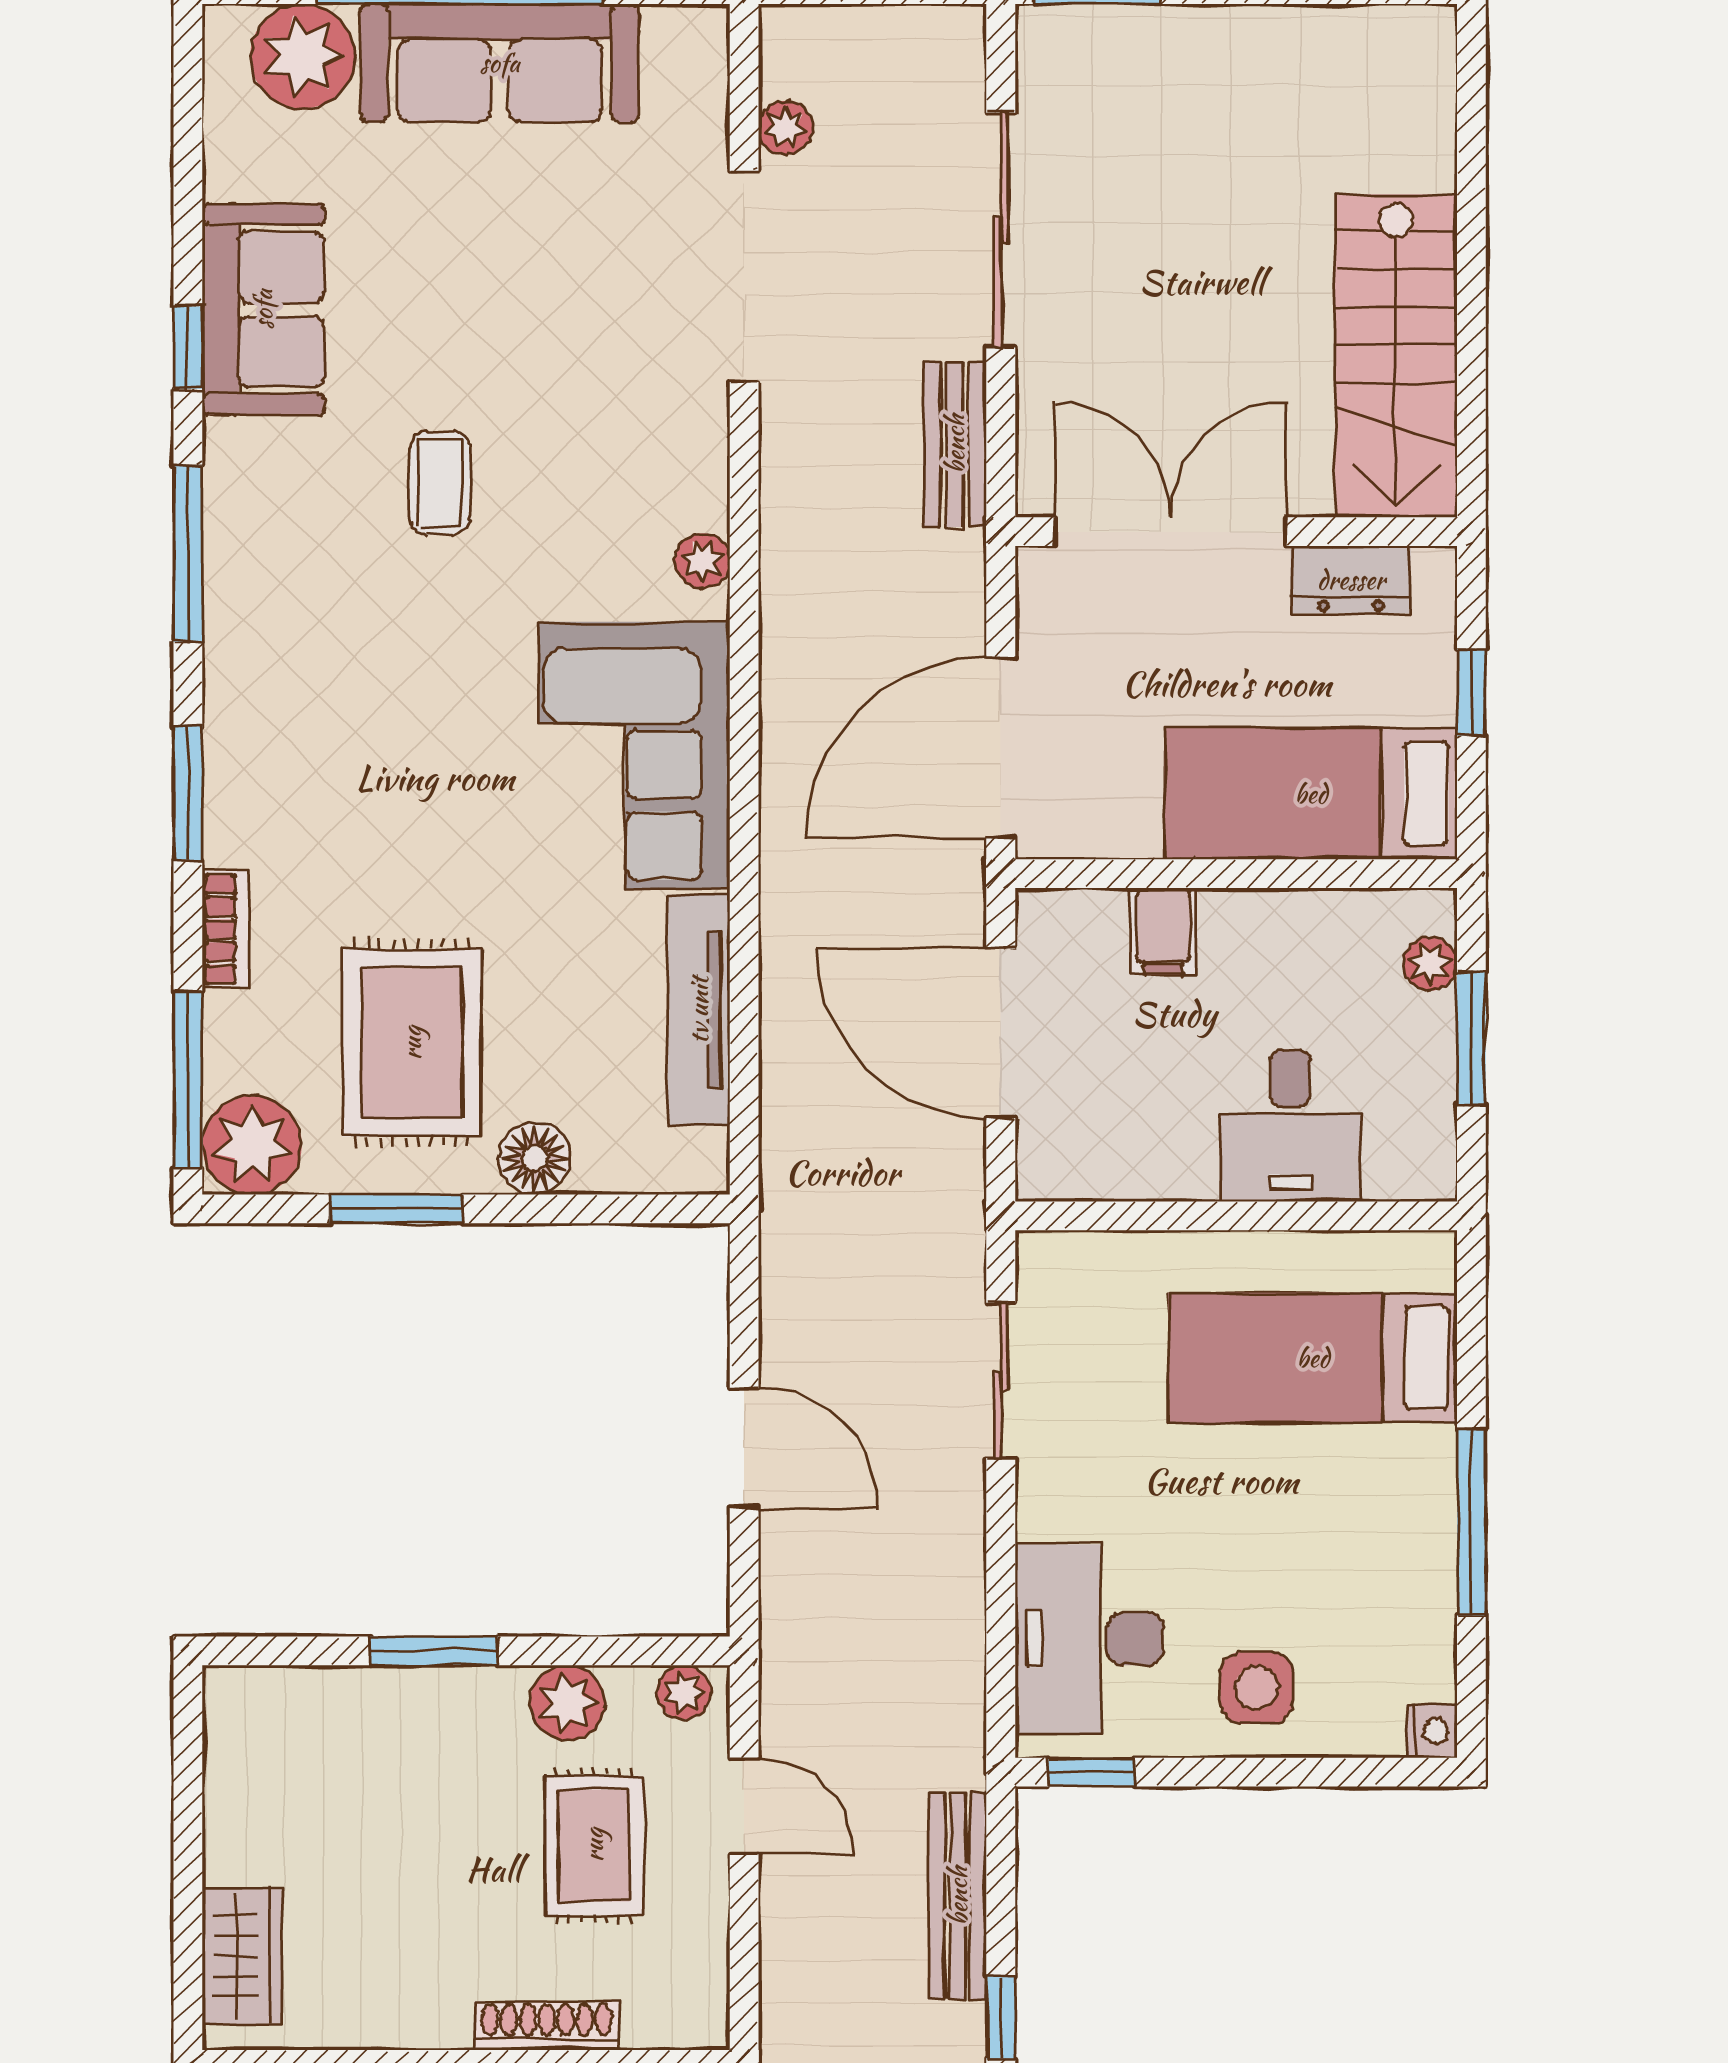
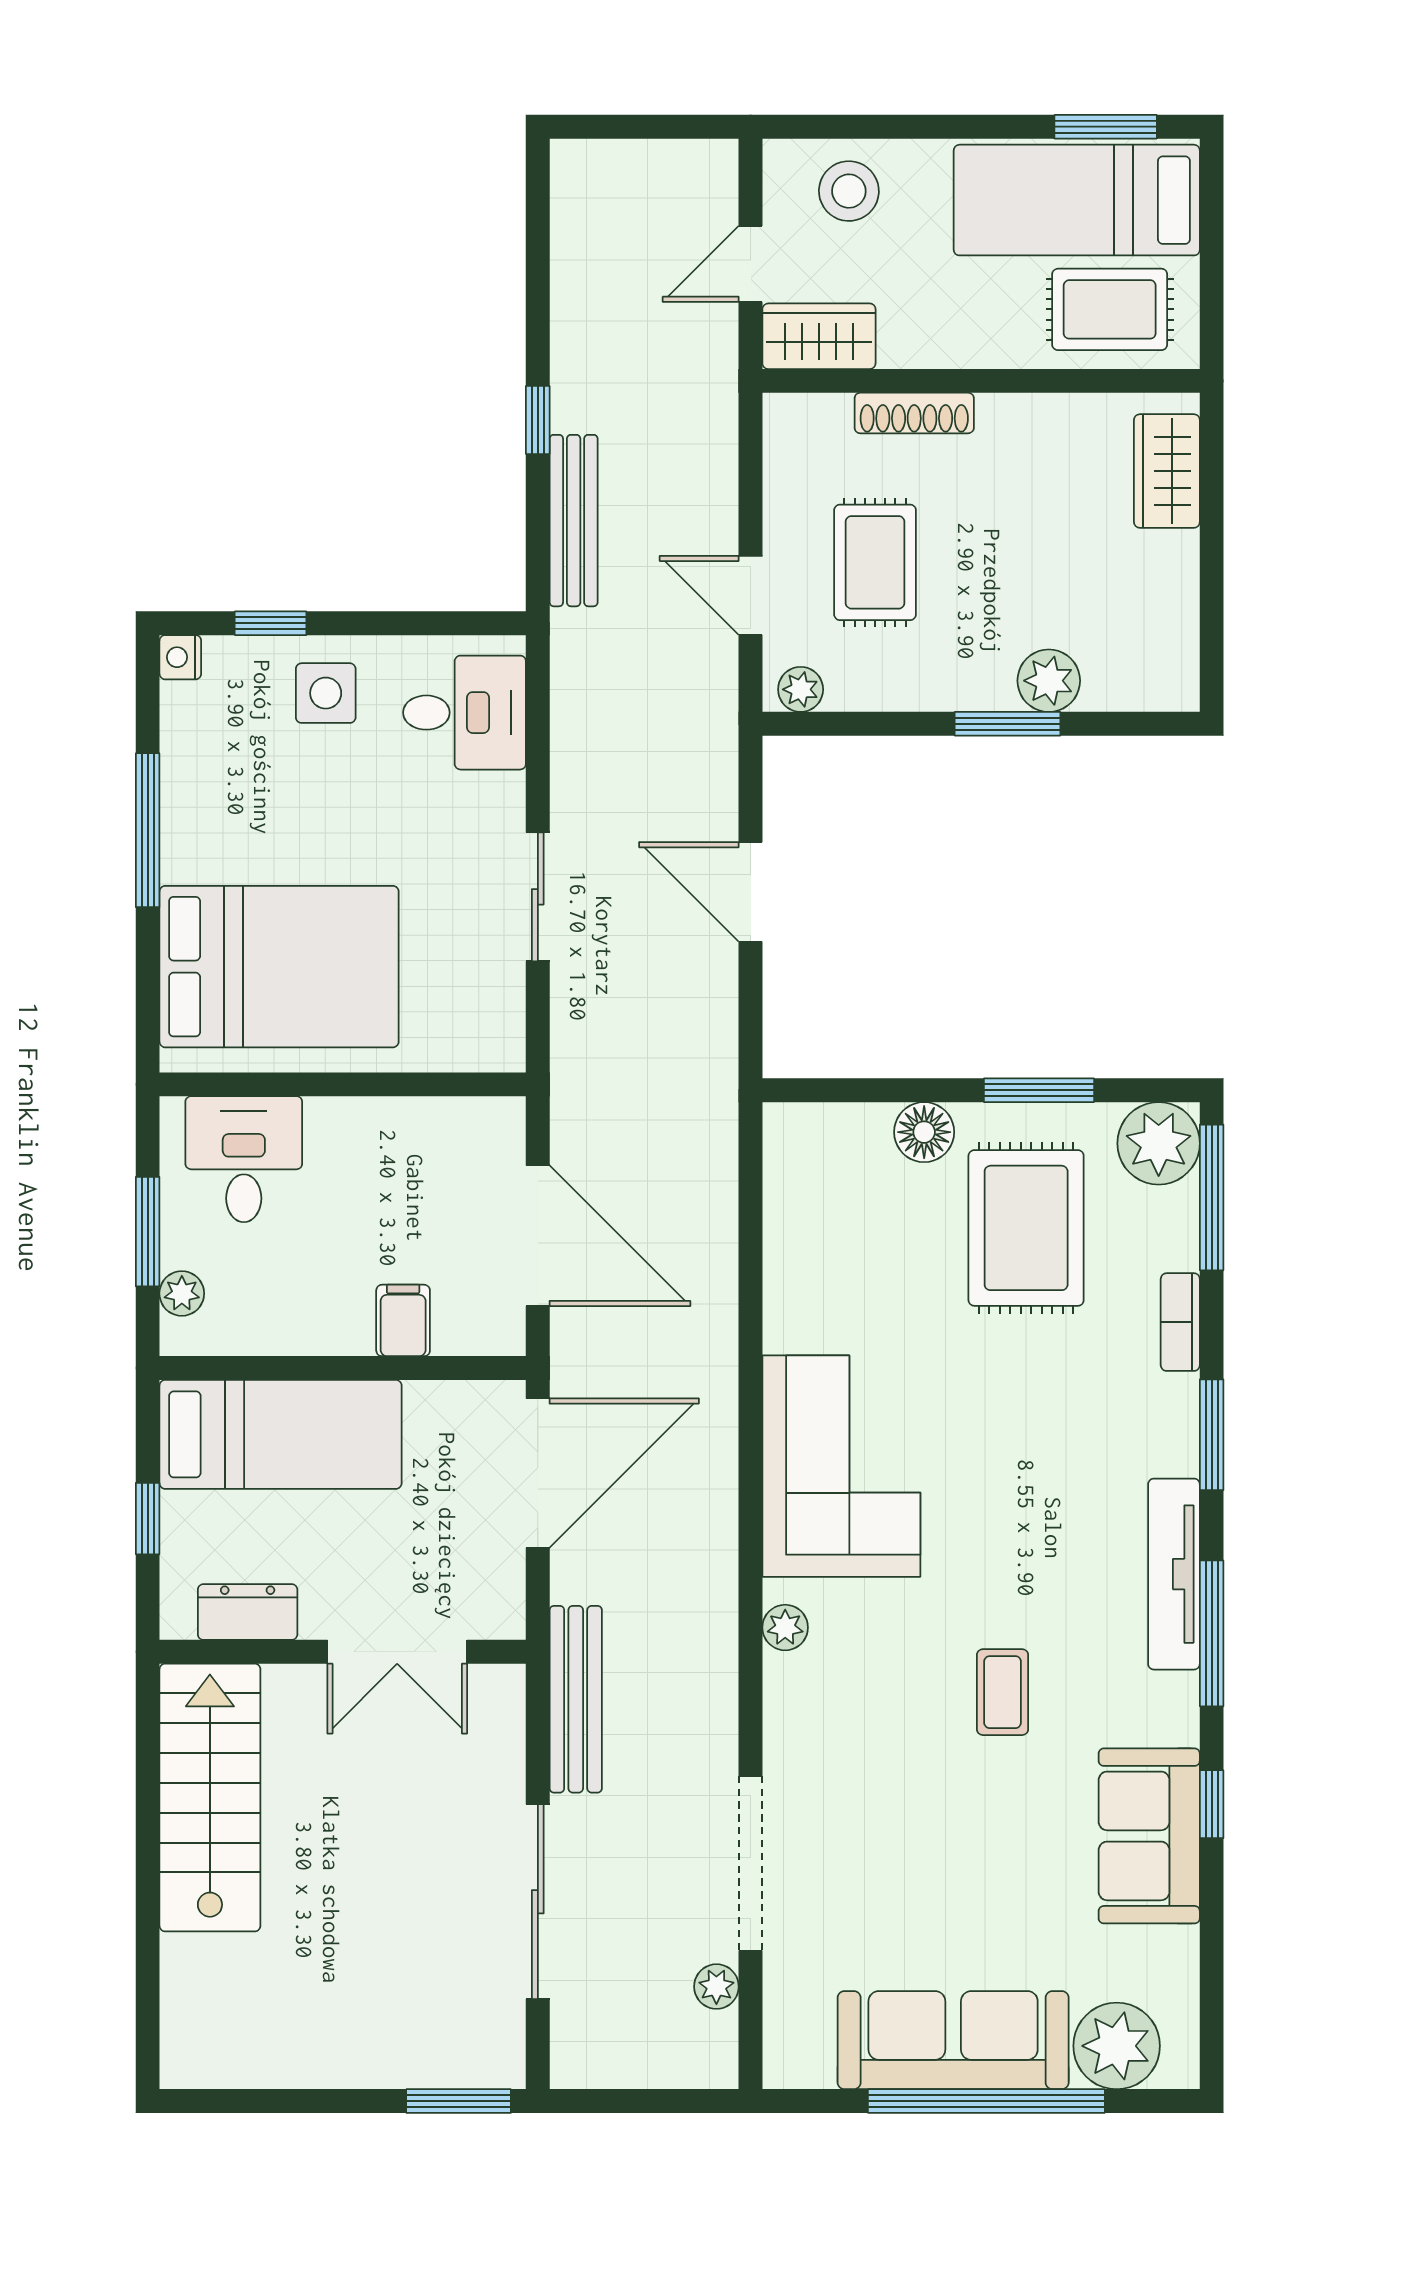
bench: (955, 444) -> (576, 1699), width x1.36
double door: (1170, 532) -> (397, 1652), width x0.73
tv unit: (699, 1010) -> (1174, 1574), moved, turned 180
desk: (1290, 1126) -> (244, 1159), moved
bed: (1313, 1358) -> (279, 967), width x1.50
sliding door: (1001, 1380) -> (538, 897), moved
desk: (1089, 1639) -> (464, 713), width x0.73
plant: (567, 1703) -> (1049, 681), moved
window: (1092, 1772) -> (271, 623), moved

